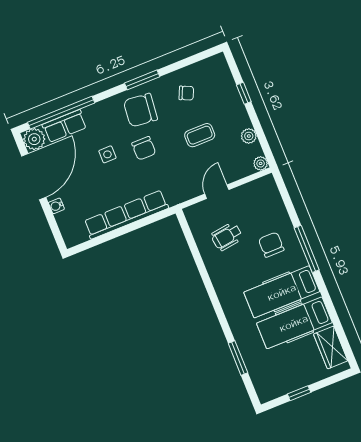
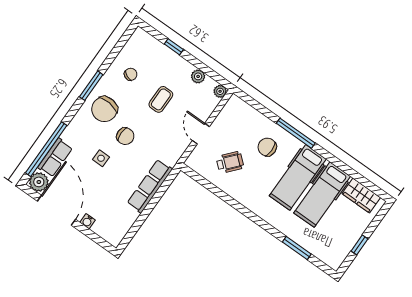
row of seats: (126, 215) -> (150, 186), width x0.73
wheelchair: (227, 236) -> (230, 162), turned -131

